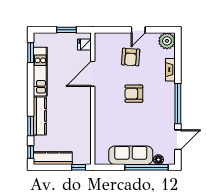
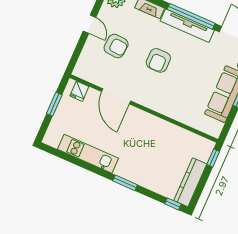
window: (31, 53) -> (62, 155), removed
tv unit: (170, 104) -> (187, 26), added
kitchen counter: (40, 116) -> (137, 176), removed
window: (31, 126) -> (125, 183), moved

